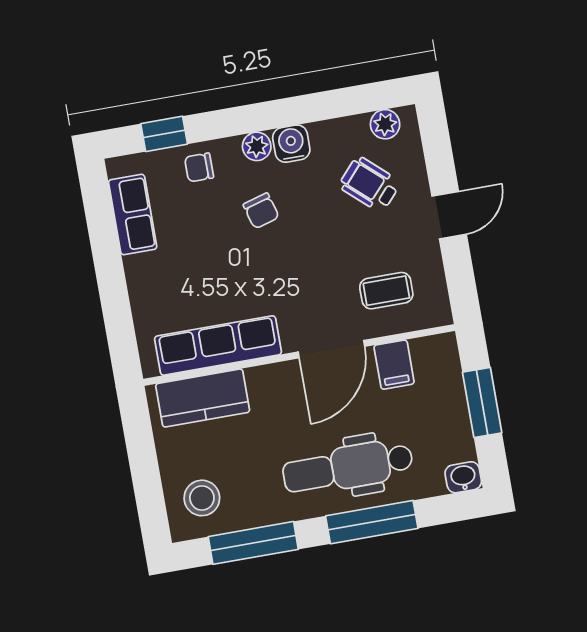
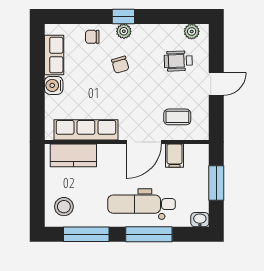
window: (164, 134) -> (123, 16), moved
water cooler: (291, 144) -> (54, 85), moved, turned -90
wheelchair: (370, 184) -> (178, 61), turned -44

